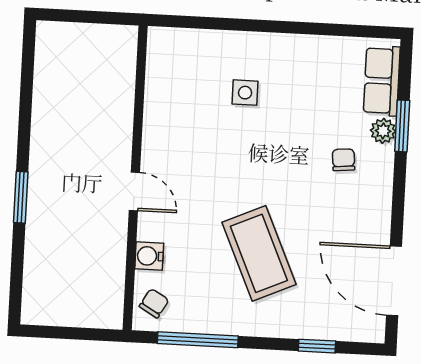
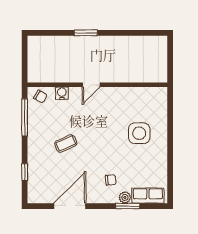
side table: (245, 93) -> (139, 133), width x1.87, depth x1.87
coffee table: (259, 253) -> (66, 143), width x0.54, depth x0.58
door: (394, 281) -> (70, 206), moved

